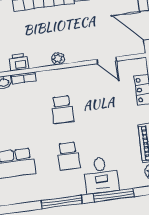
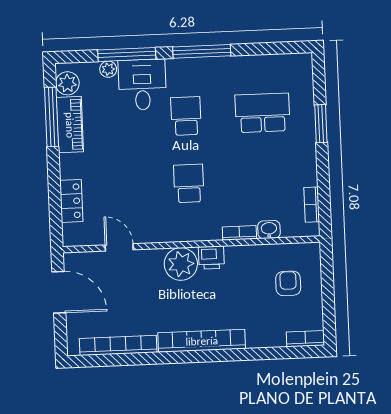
plant: (58, 59) -> (181, 264), width x1.88, depth x1.88
printer: (19, 62) -> (211, 258), moved
plant: (126, 184) -> (108, 69), added

